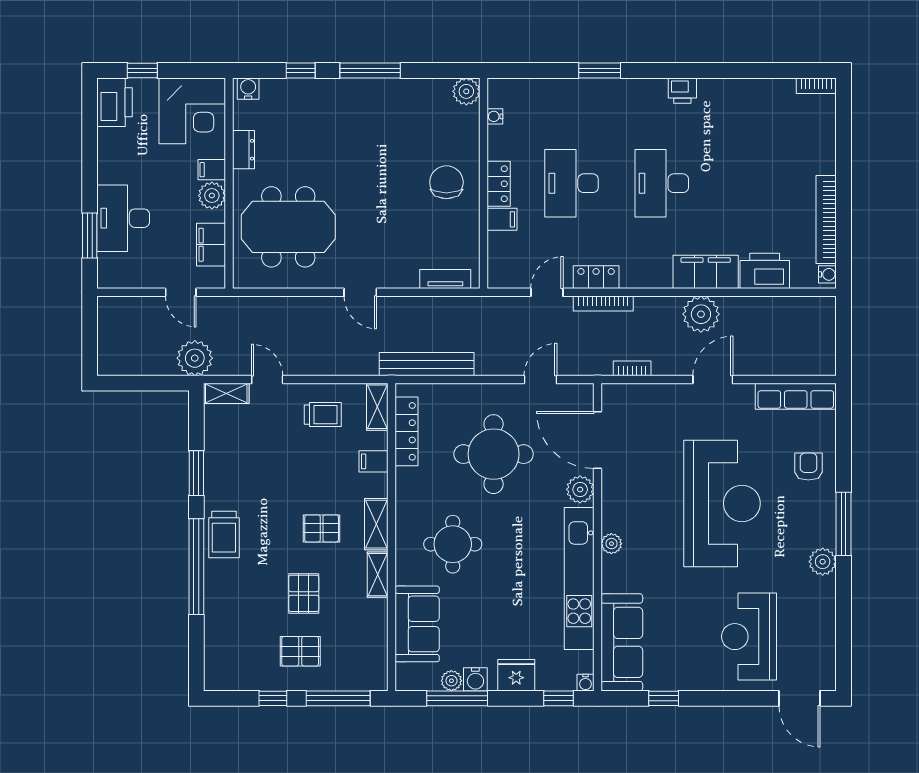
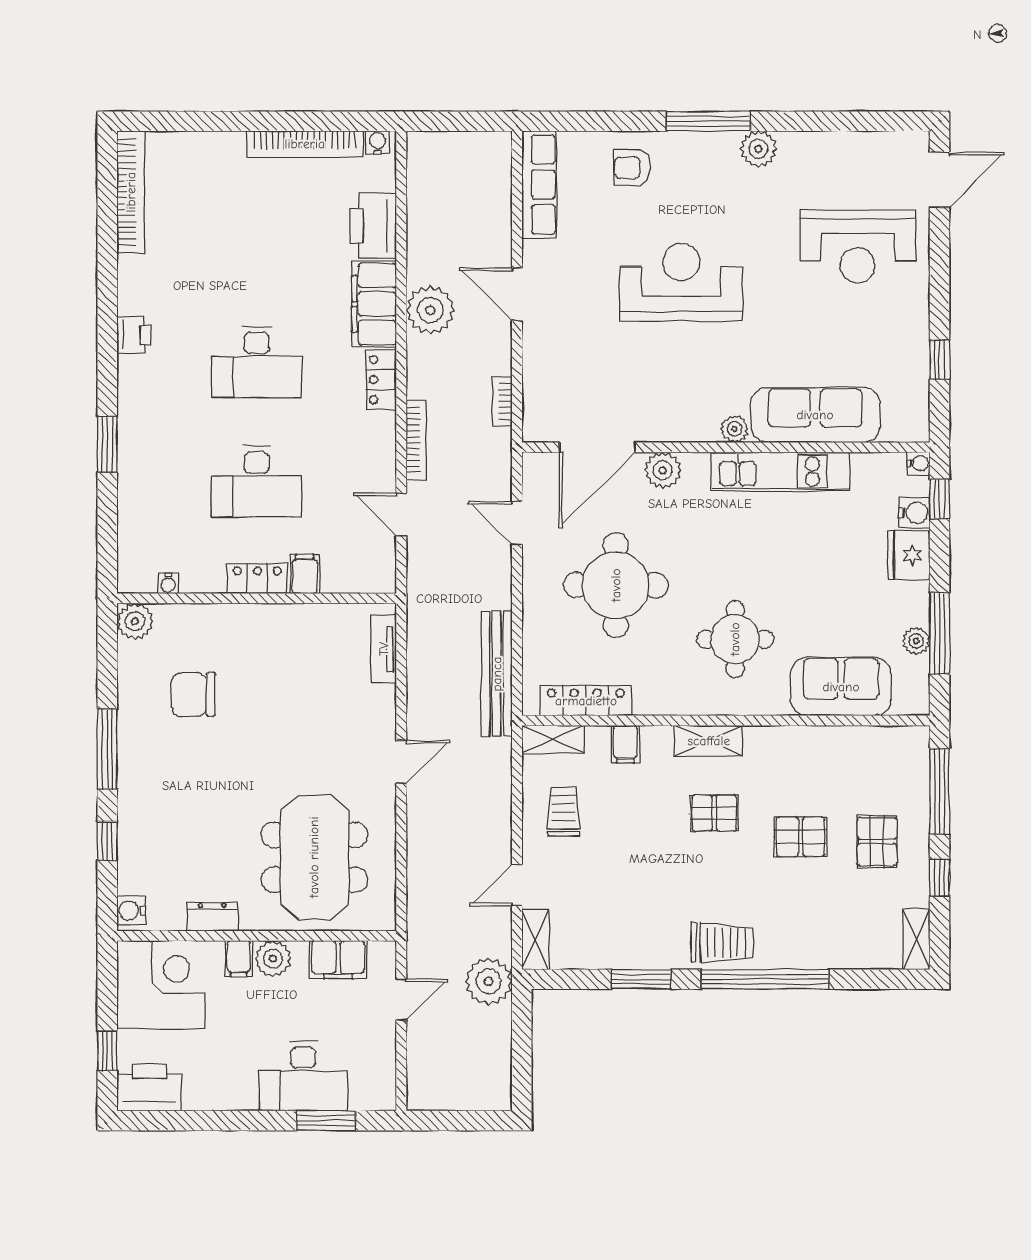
bookcase: (816, 86) -> (131, 192), width x2.31, depth x1.31
chair: (446, 182) -> (193, 694), moved
locker: (596, 277) -> (381, 380), moved
reception desk: (722, 503) -> (681, 282), width x0.74, depth x0.77
pallet: (322, 528) -> (714, 813), turned 90
shelving: (378, 575) -> (916, 939), moved, turned 90
kitchen unit: (579, 578) -> (781, 472), width x0.73
sofa: (622, 642) -> (815, 415), moved
water cooler: (475, 679) -> (914, 513), moved

